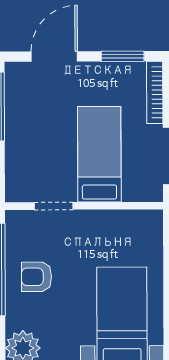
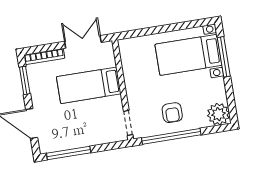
doorway: (54, 206) -> (128, 123), moved

